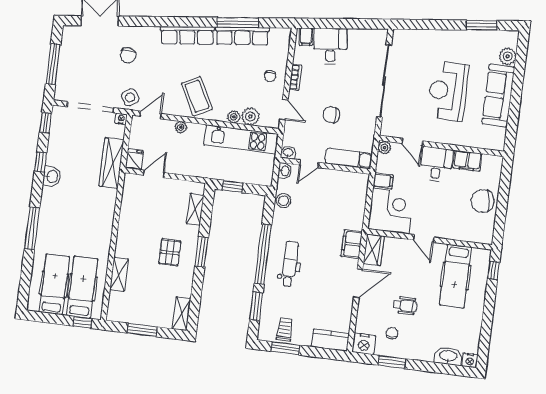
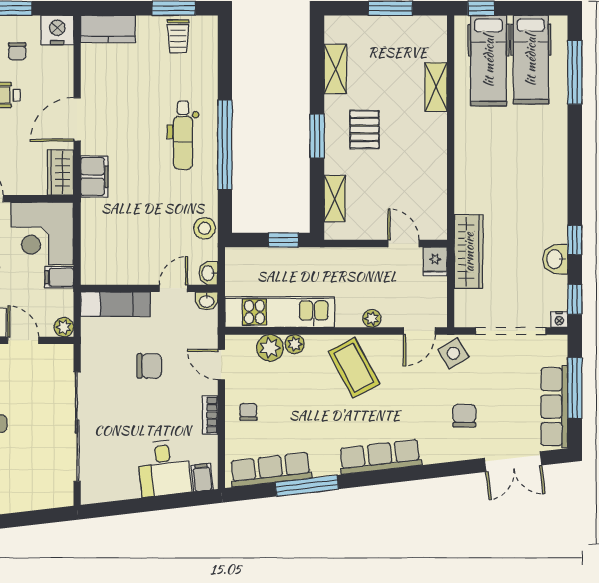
row of seats: (242, 36) -> (271, 470), moved
row of seats: (68, 54) -> (554, 407), added
nightstand: (121, 119) -> (559, 319), moved
door: (154, 174) -> (403, 244), swing flipped
washbasin: (52, 177) -> (555, 259), moved
window: (32, 228) -> (575, 72), moved
window: (256, 306) -> (225, 65), removed
shelving: (181, 314) -> (335, 69), moved

